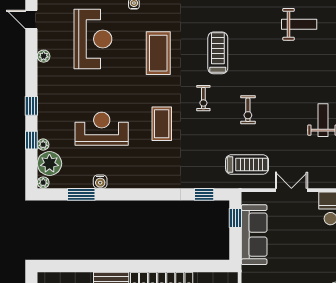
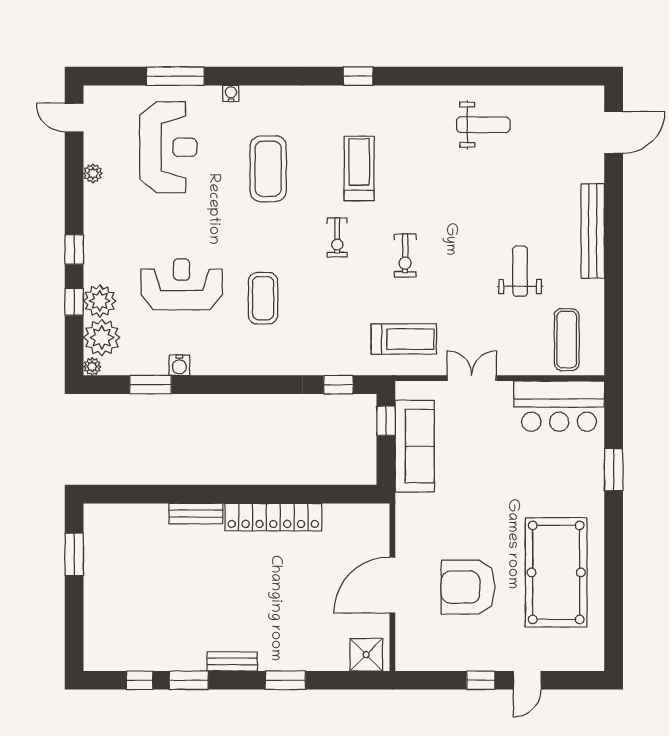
coffee table: (162, 124) -> (263, 298), moved
plant: (43, 145) -> (100, 301), width x1.88, depth x1.88

